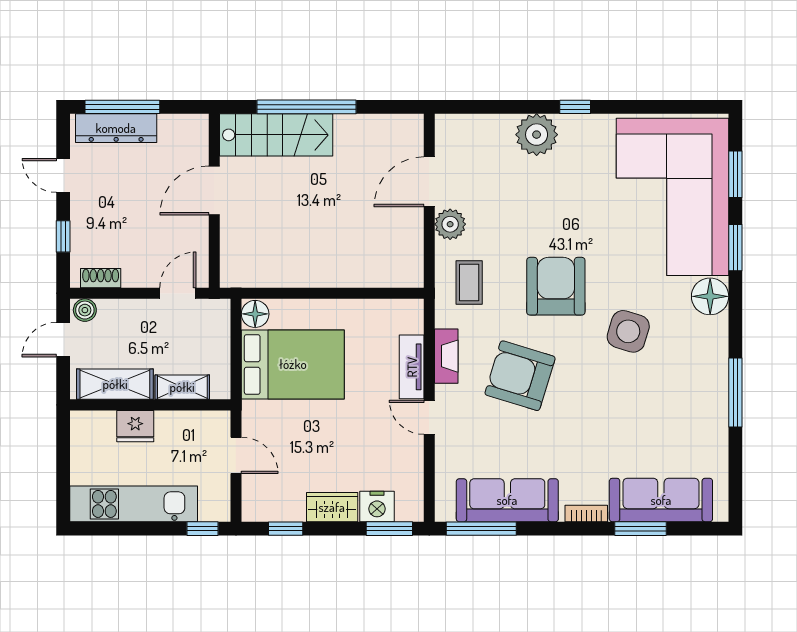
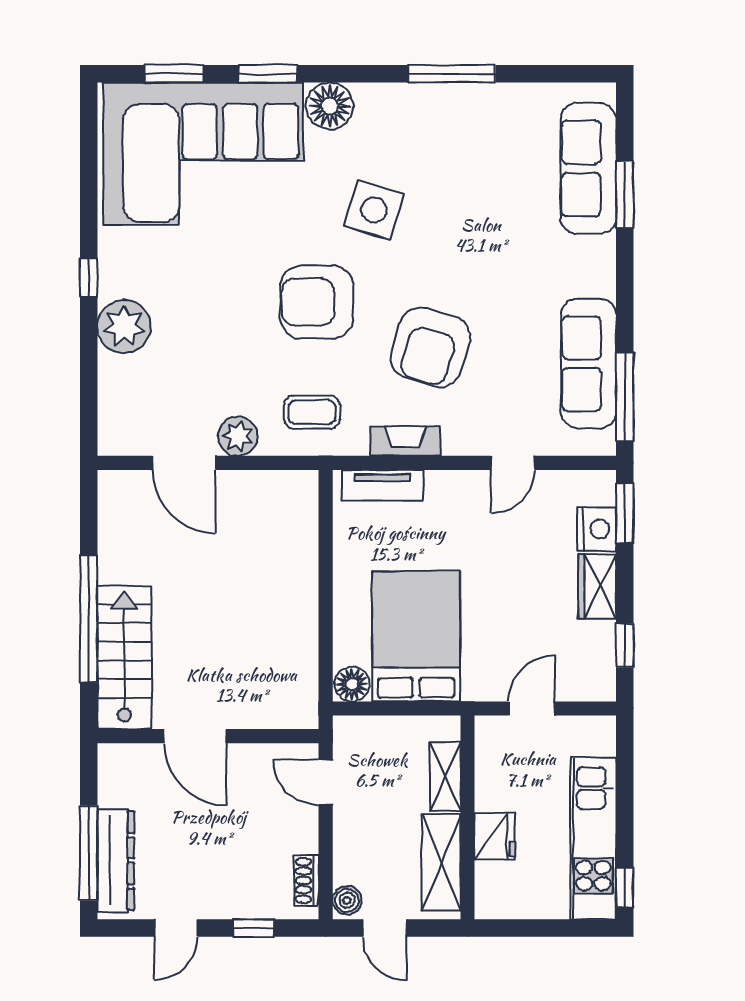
tv unit: (412, 367) -> (382, 485), moved
door: (429, 417) -> (513, 463), moved
bookcase: (586, 513) -> (605, 263), removed
window: (202, 529) -> (625, 888), moved

